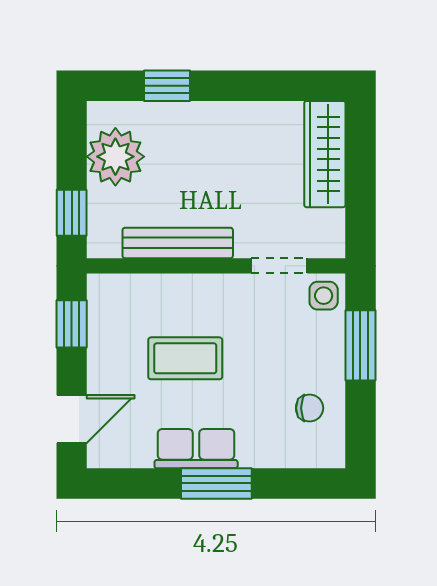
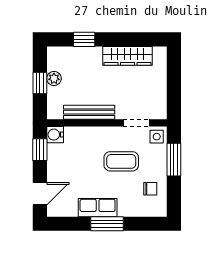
wardrobe: (325, 154) -> (128, 56), moved, turned -90
plant: (115, 157) -> (54, 78), width x0.53, depth x0.53
window: (72, 213) -> (40, 83), moved
water cooler: (104, 291) -> (55, 135), added
coffee table: (185, 358) -> (121, 161), moved

